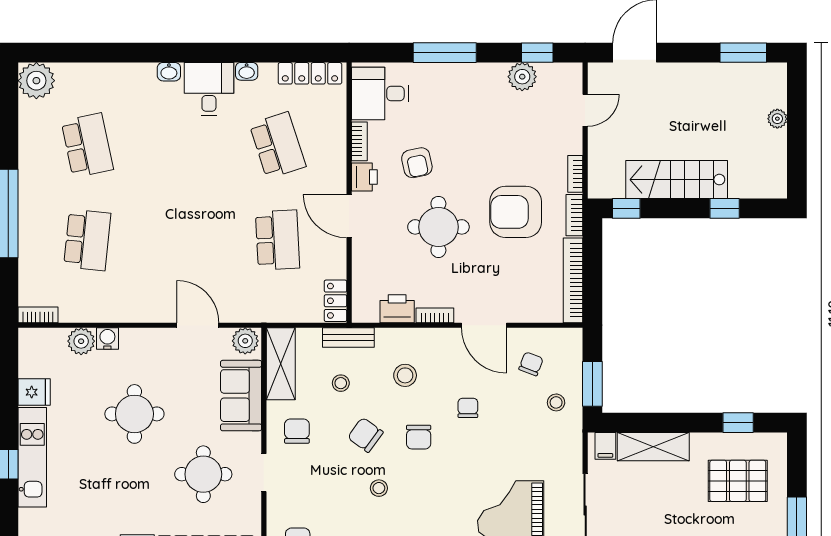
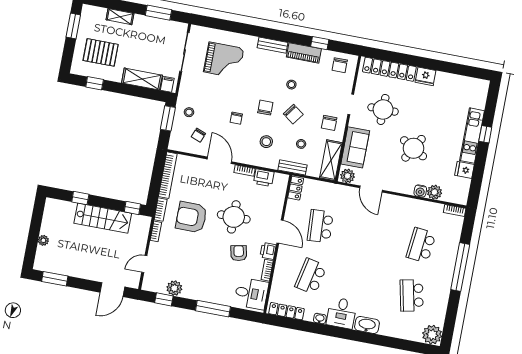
washbasin: (169, 72) -> (367, 325), width x1.91, depth x1.45
school desk: (278, 145) -> (311, 276), turned 30
armchair: (516, 212) -> (191, 217), turned 180
round table: (134, 414) -> (414, 148), turned 30

